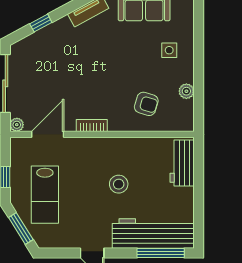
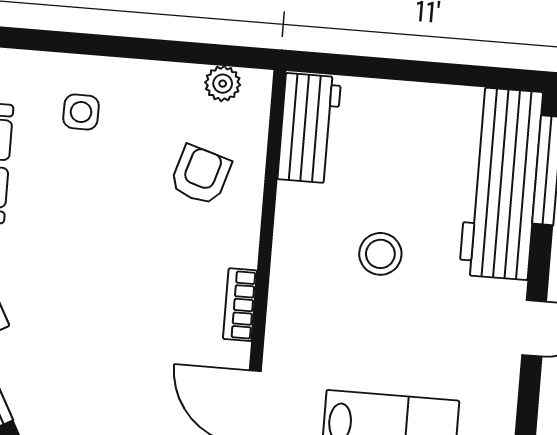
plant: (186, 91) -> (223, 84), moved
workbench: (182, 163) -> (309, 128), moved, turned -90

